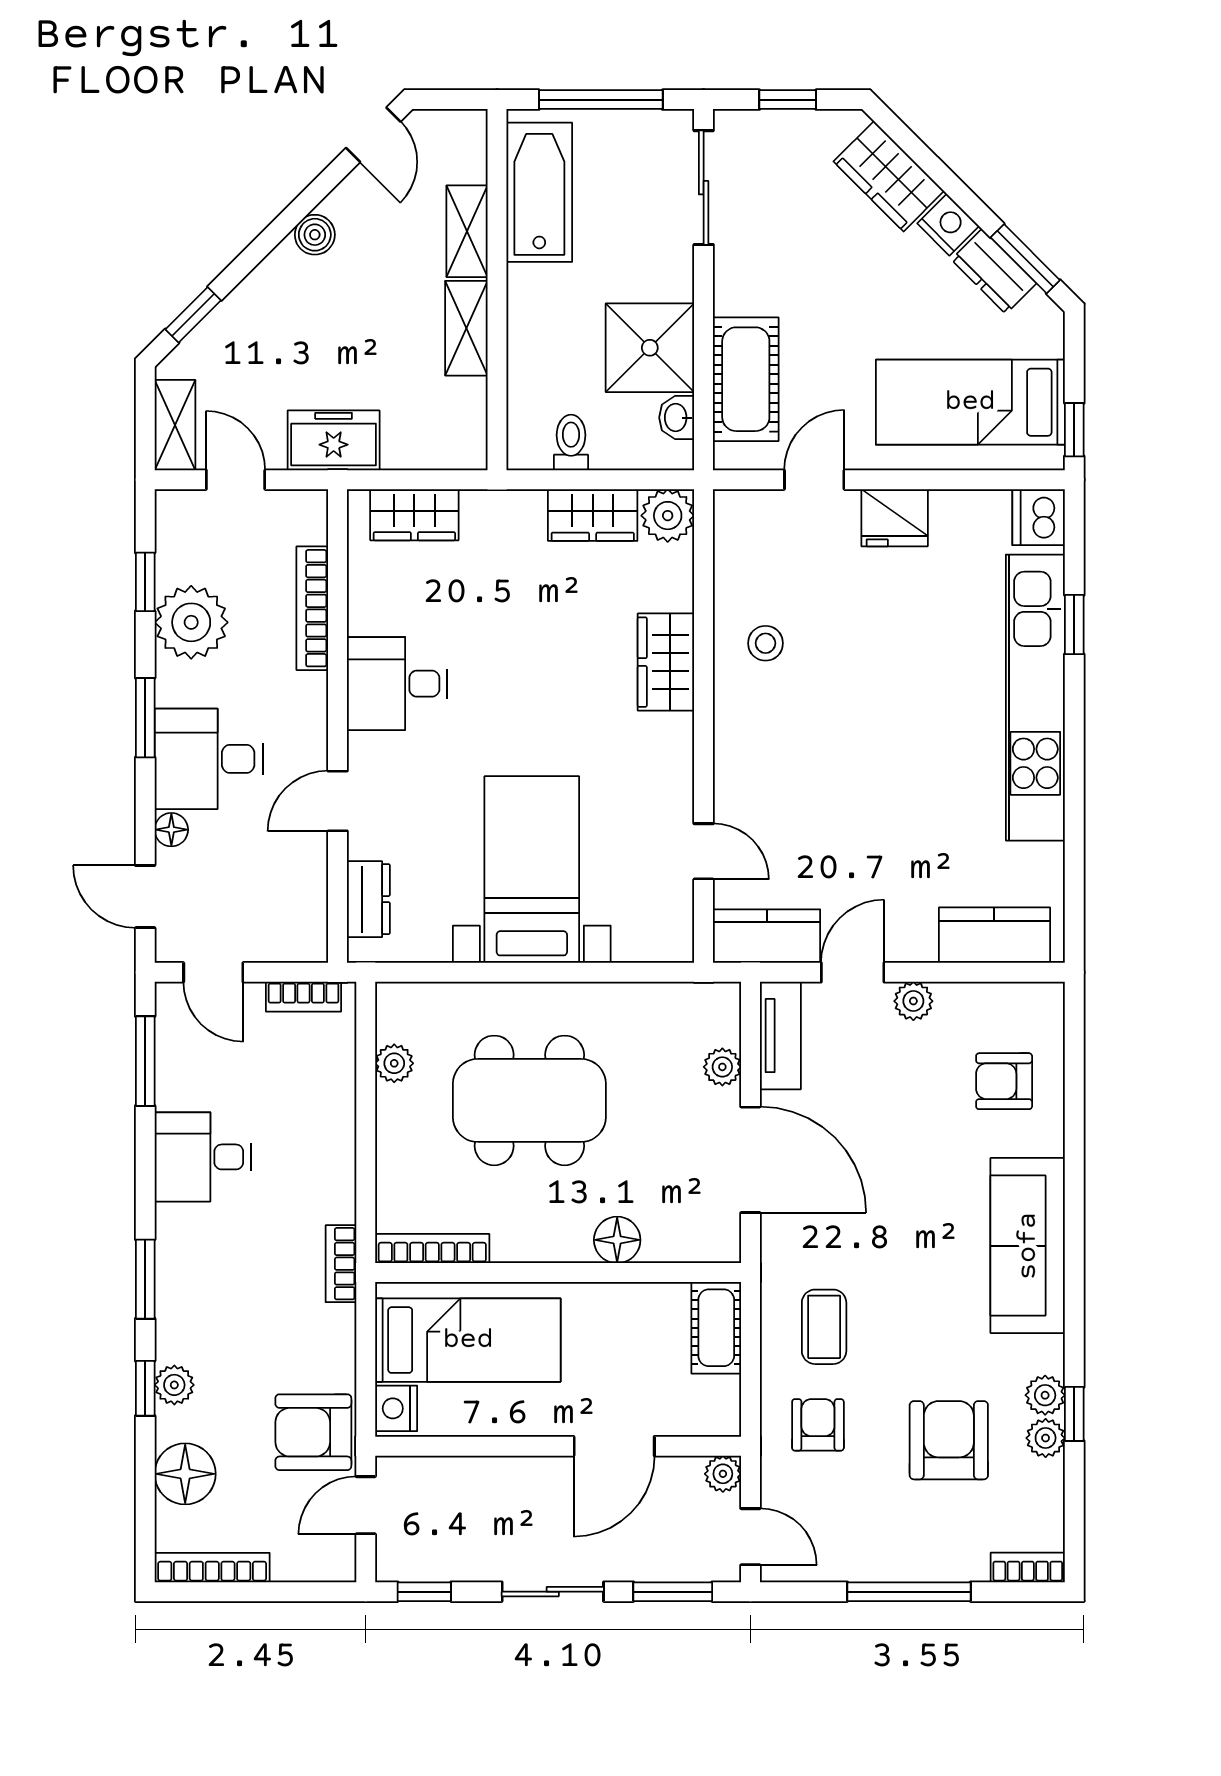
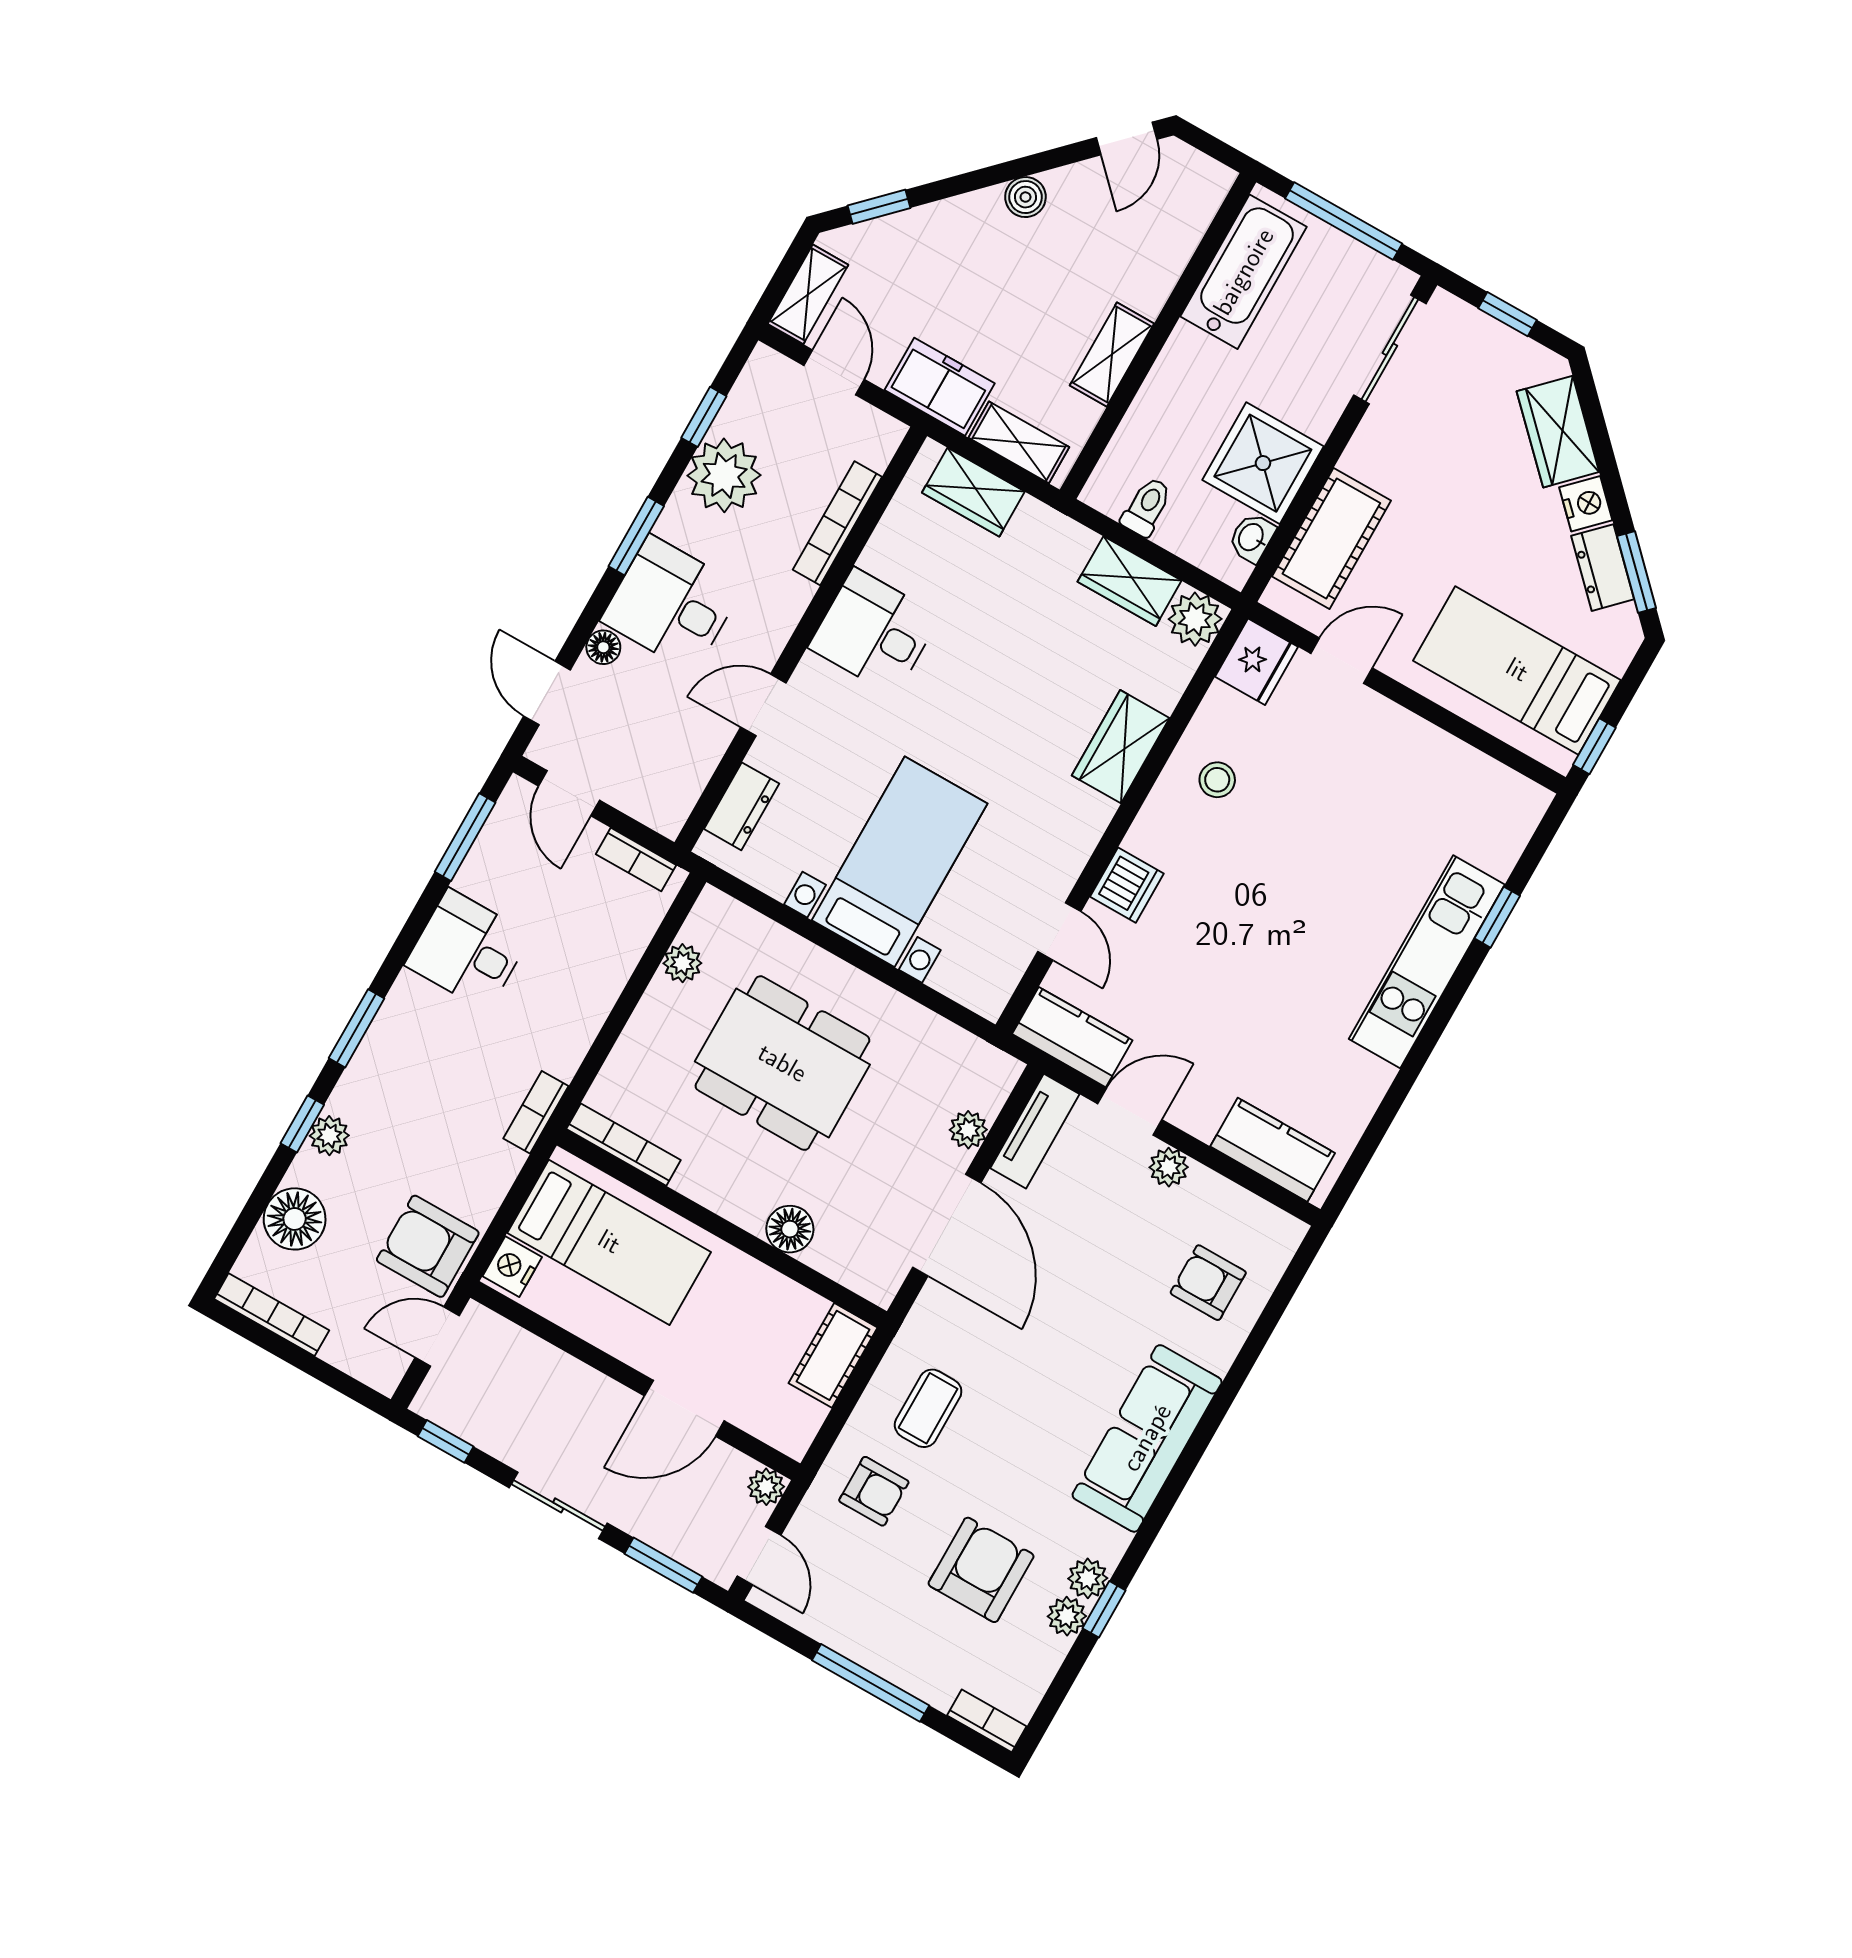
shelving: (467, 231) -> (1019, 442), moved, turned 90
dishwasher: (1039, 517) -> (1127, 885), moved, turned 180
fridge: (895, 518) -> (1256, 662), moved, turned -90
kitchen unit: (1035, 698) -> (1427, 962), width x0.73
armchair: (818, 1425) -> (874, 1491), turned 90

